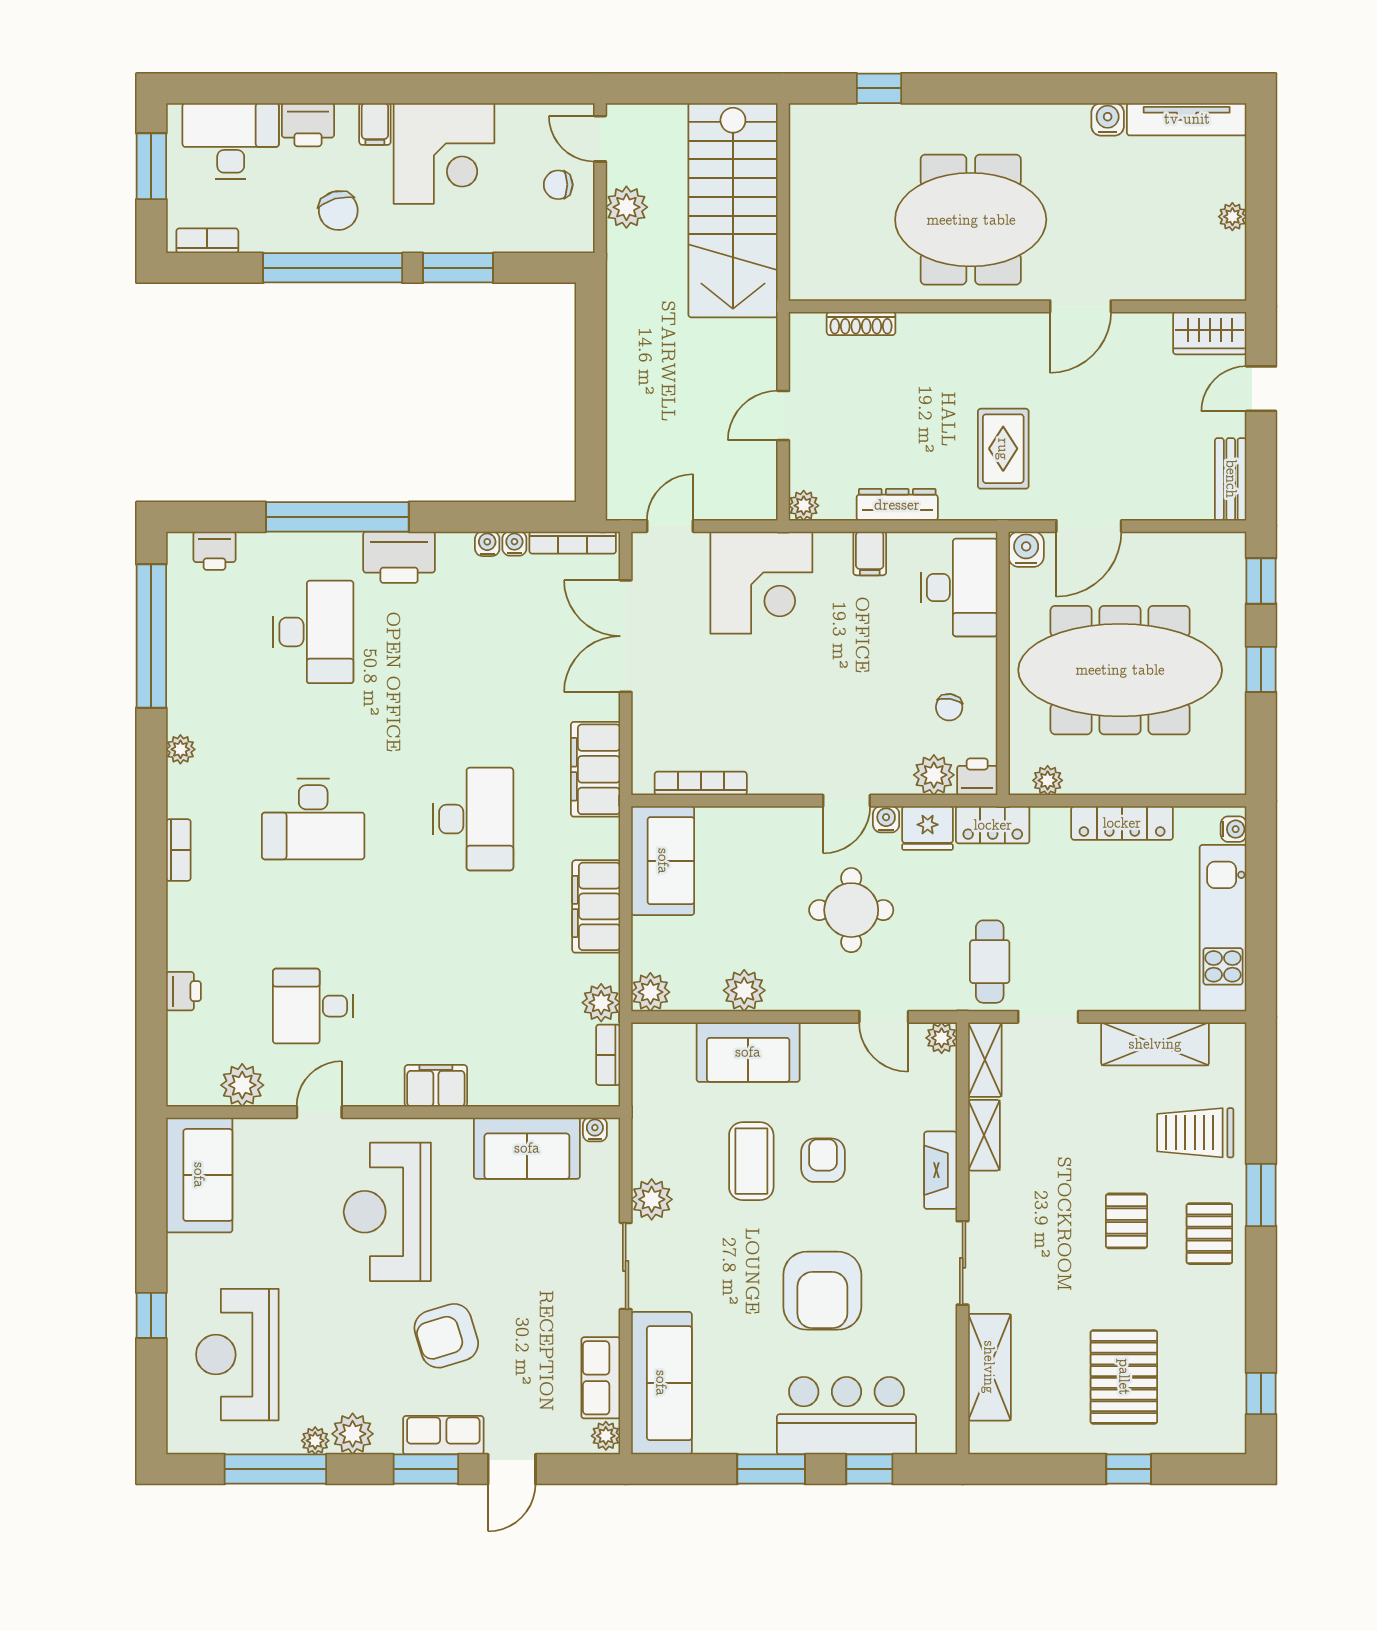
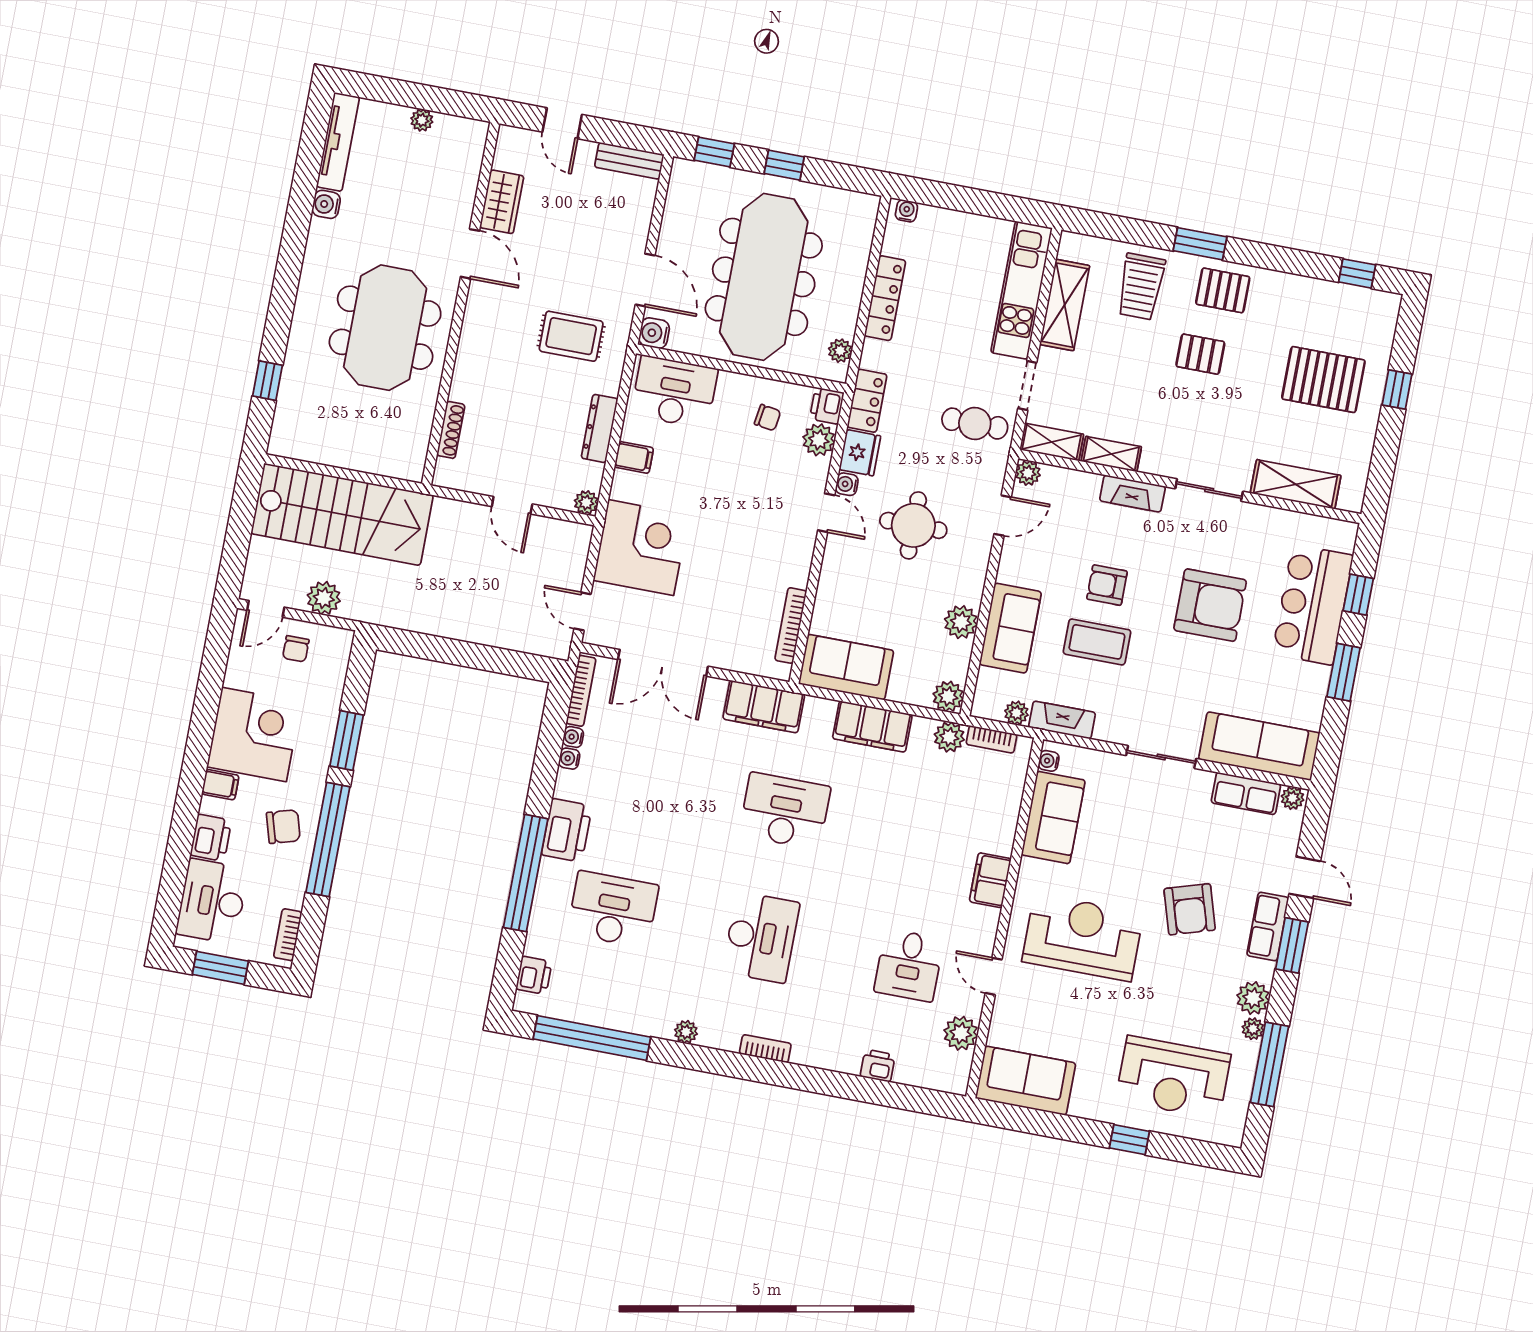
wardrobe: (1210, 333) -> (502, 202), moved
kitchen unit: (1223, 928) -> (1022, 290), moved, turned 90
fireplace: (648, 1136) -> (1062, 720), added
plant: (652, 1199) -> (1016, 713), moved, width x0.73, depth x0.73
reception desk: (387, 1212) -> (1083, 937), turned 180

